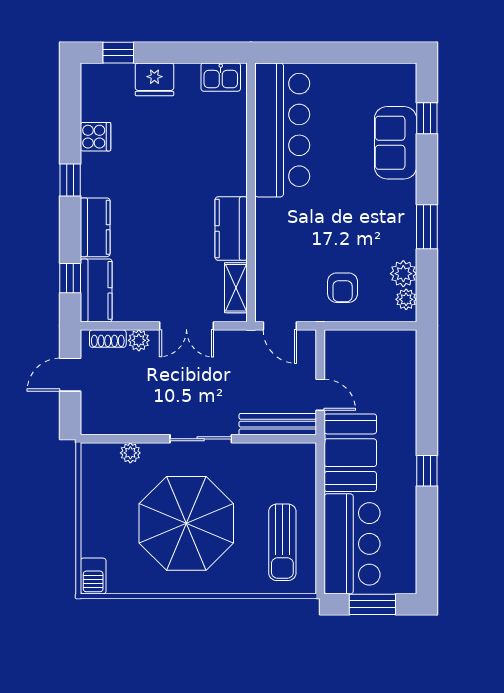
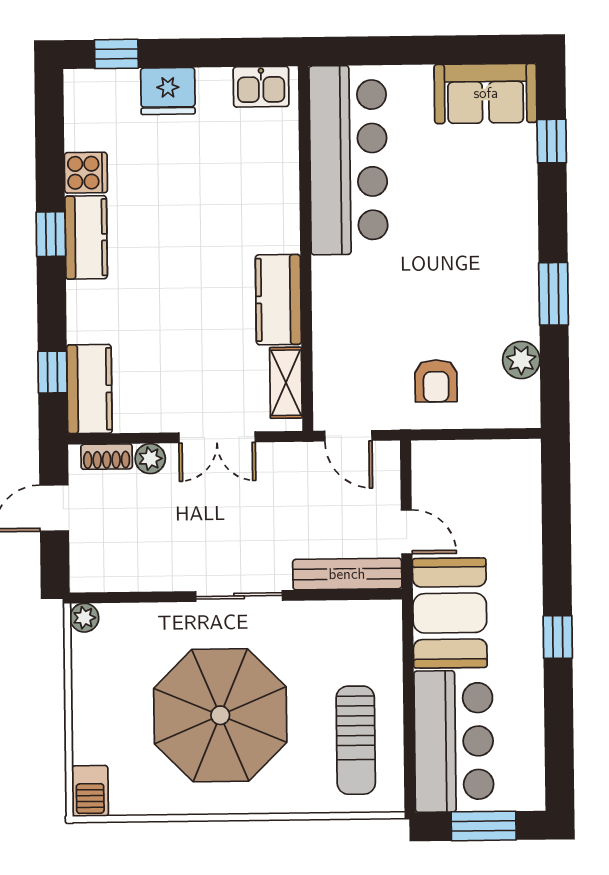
sofa: (396, 143) -> (486, 93), moved, turned -90
kitchen counter: (95, 227) -> (86, 237), moved
plant: (406, 299) -> (526, 396), removed
plant: (130, 453) -> (84, 618), moved

